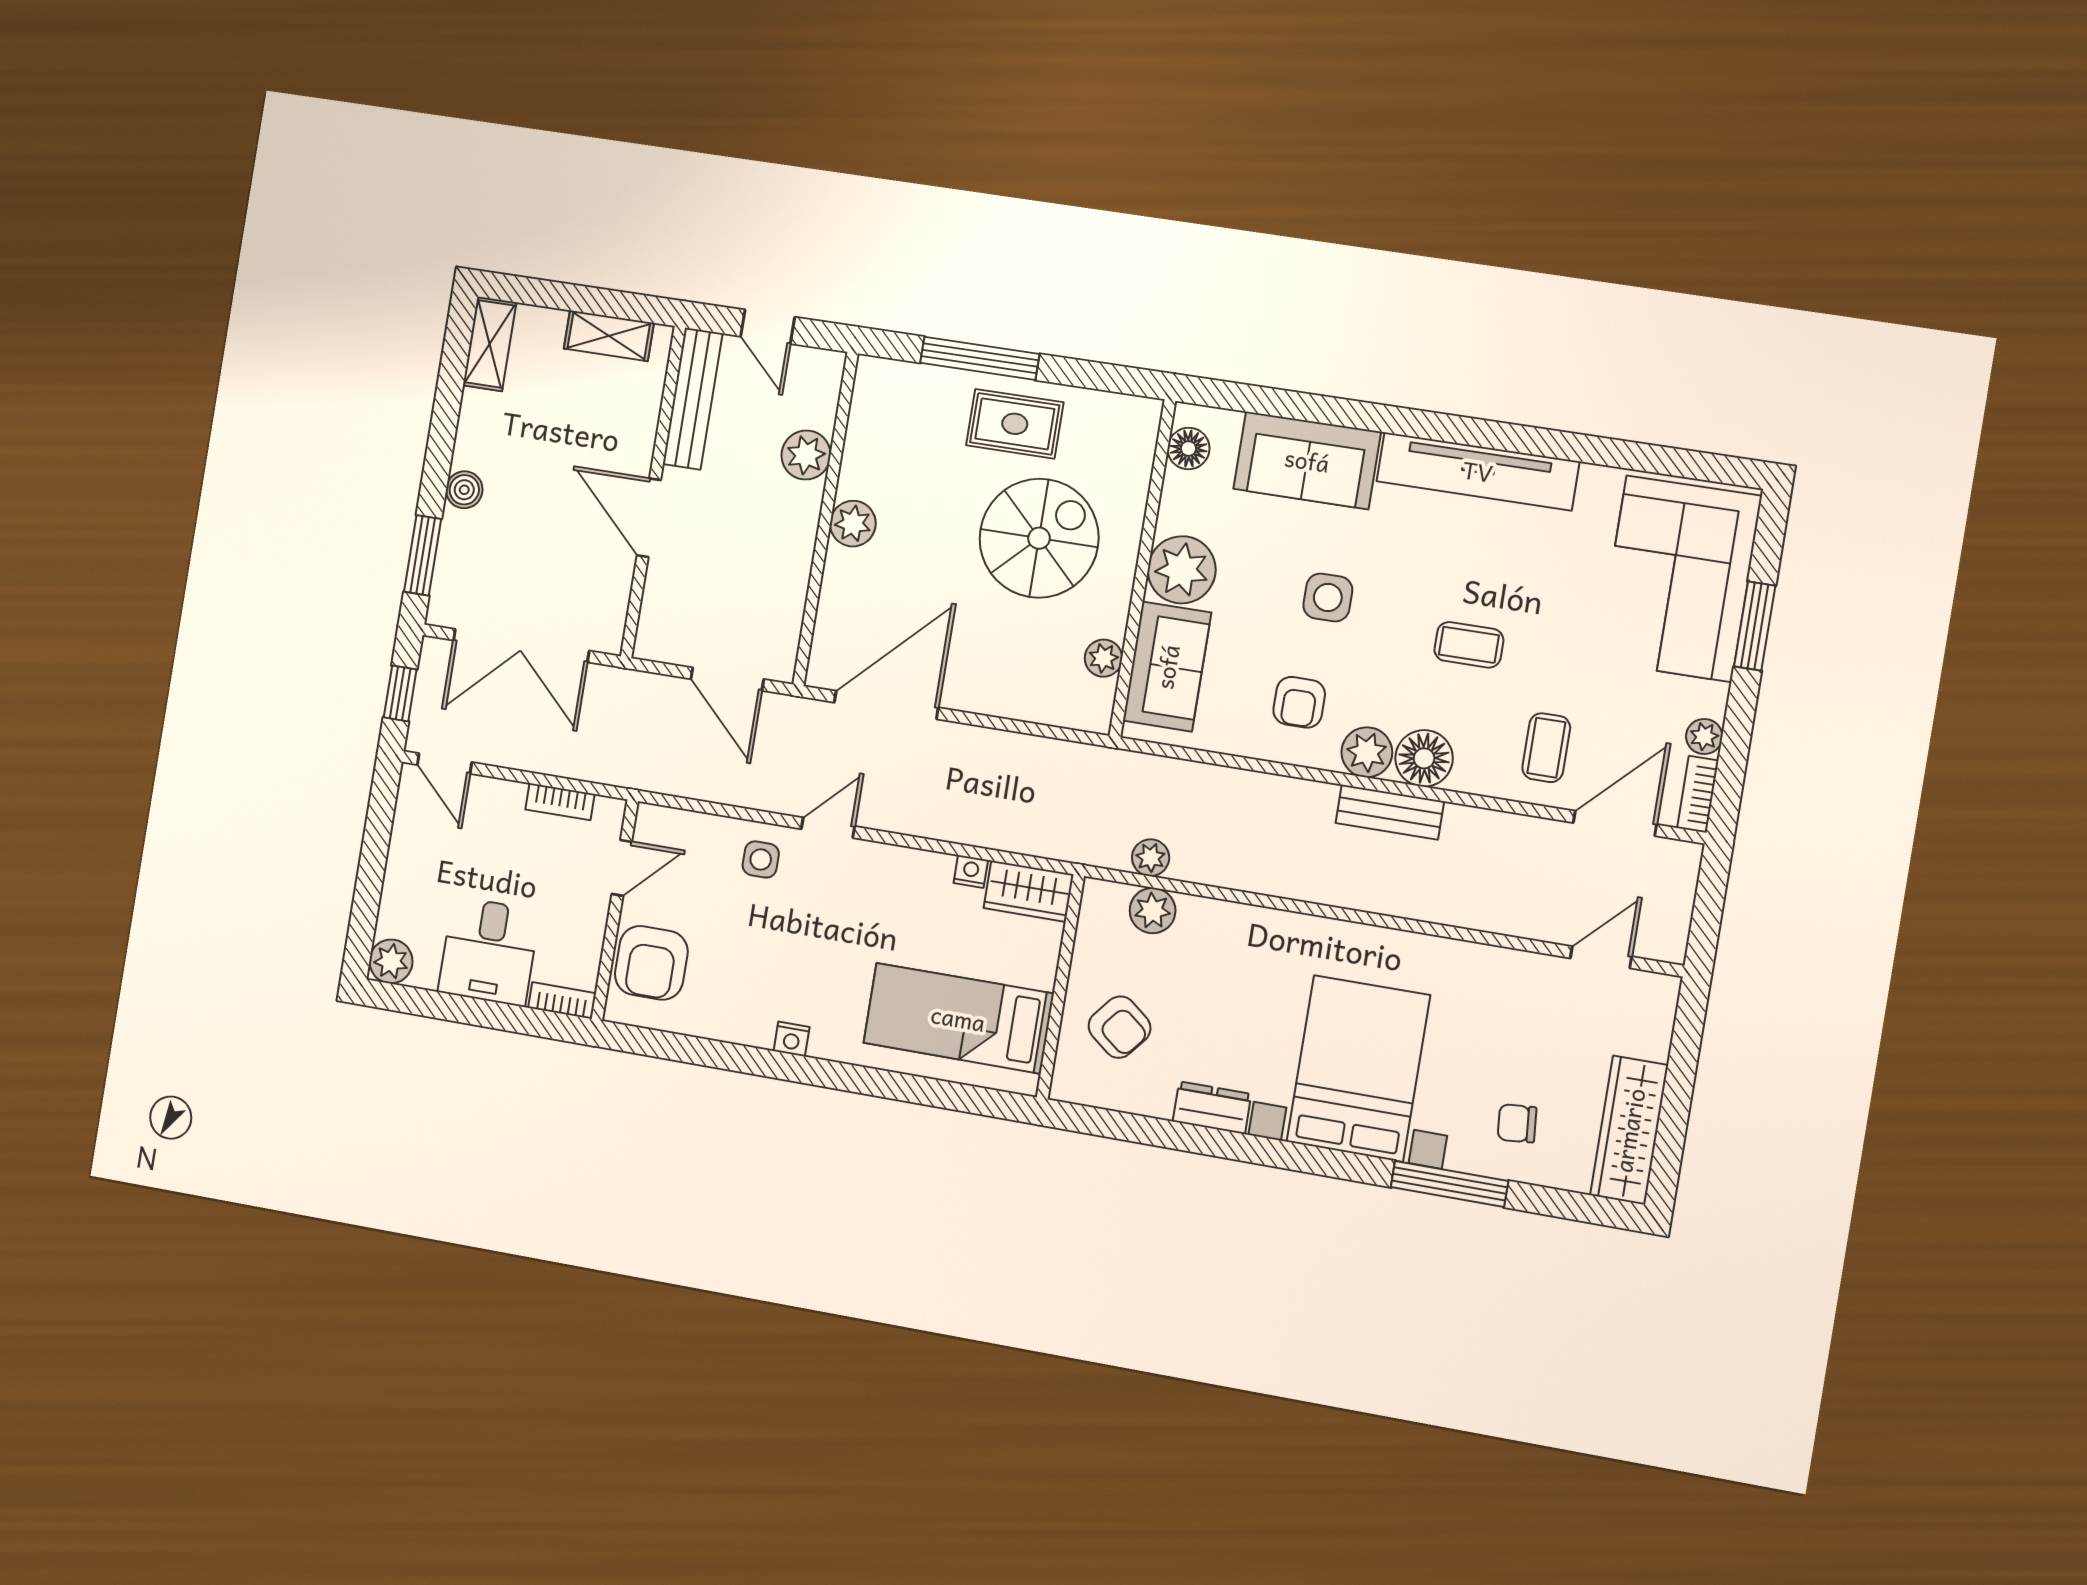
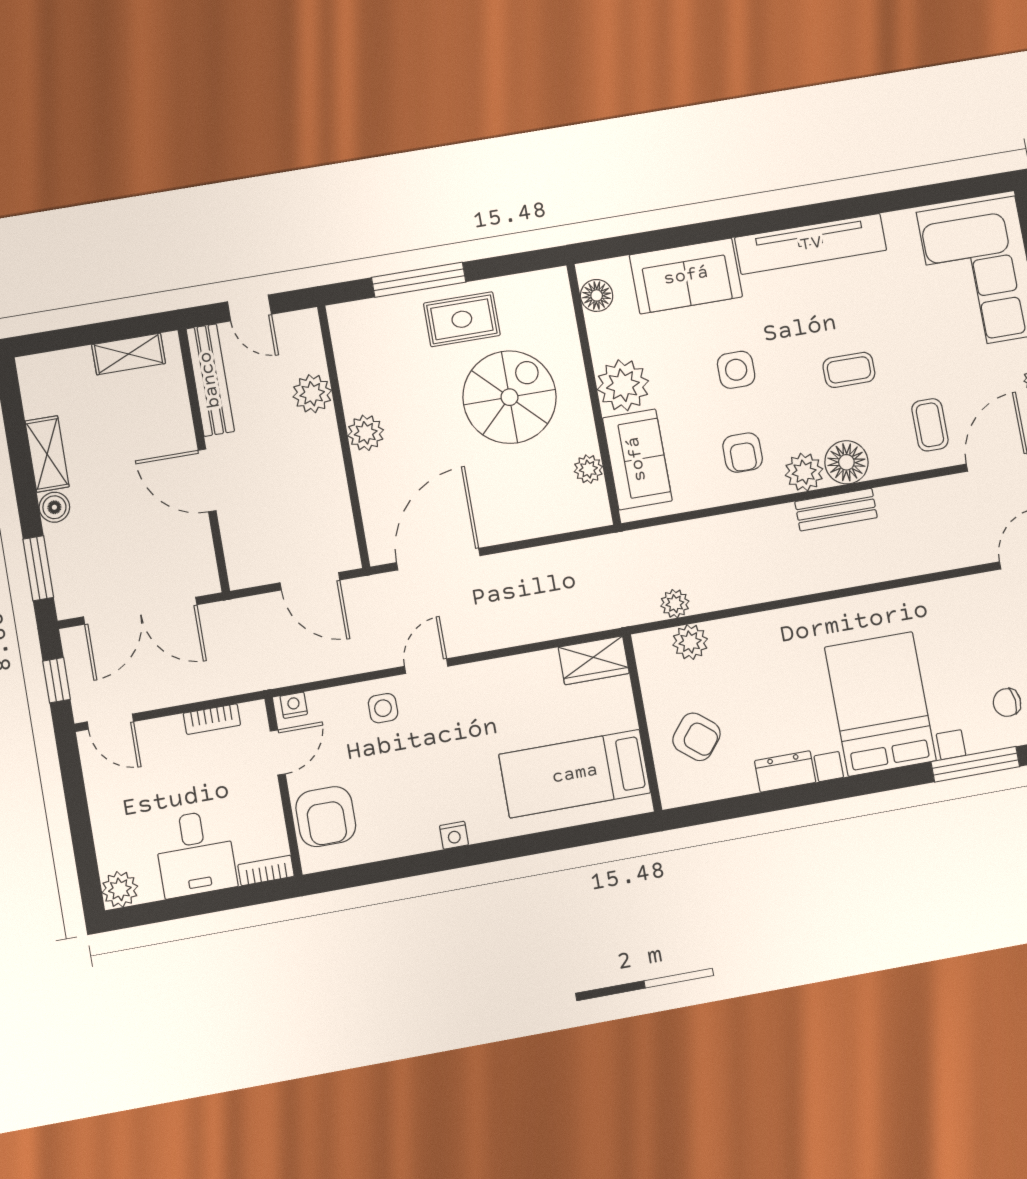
shelving: (490, 344) -> (47, 454), moved
nightstand: (971, 872) -> (294, 705), moved

